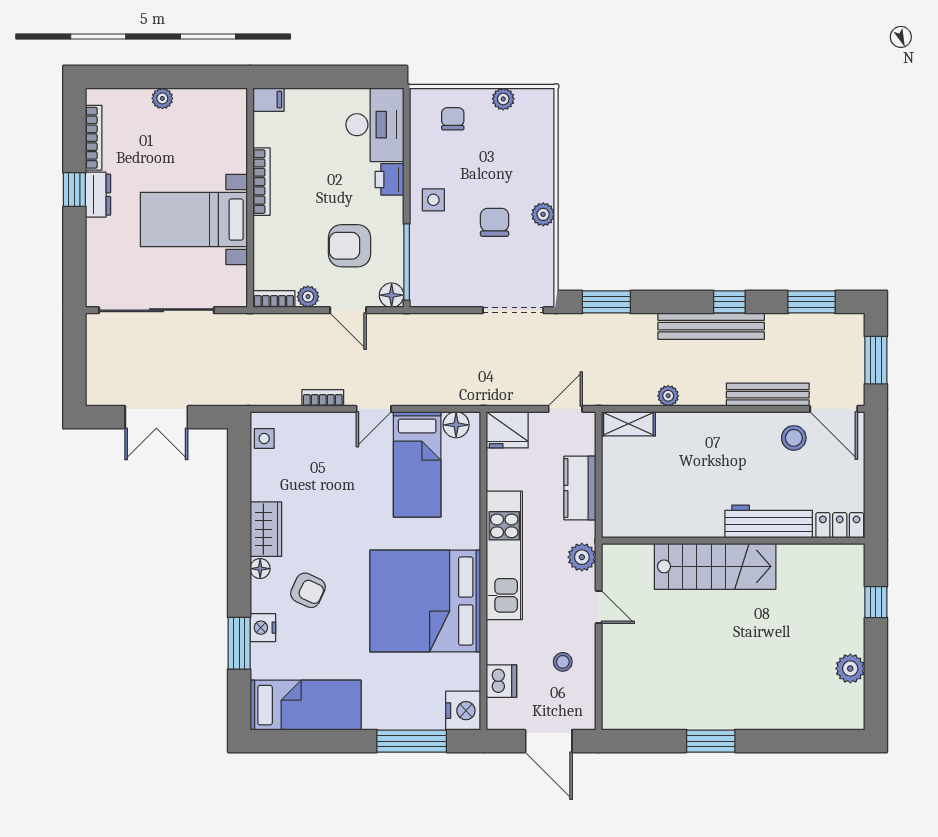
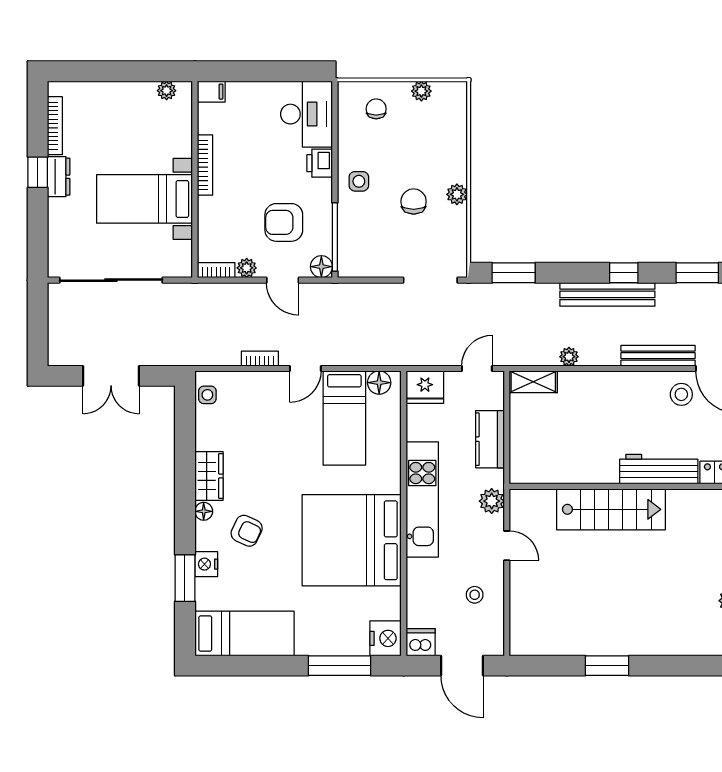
plant: (162, 98) -> (167, 91), moved
dishwasher: (501, 681) -> (421, 642), moved, turned -90

